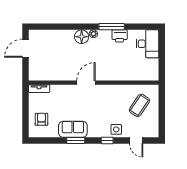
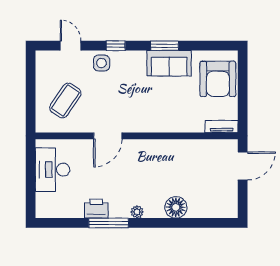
floor lamp: (82, 37) -> (176, 207), moved
desk: (148, 44) -> (53, 170), moved
door: (26, 48) -> (243, 166), moved
door: (86, 83) -> (108, 136), moved
armchair: (41, 119) -> (218, 79), width x1.88, depth x1.88

